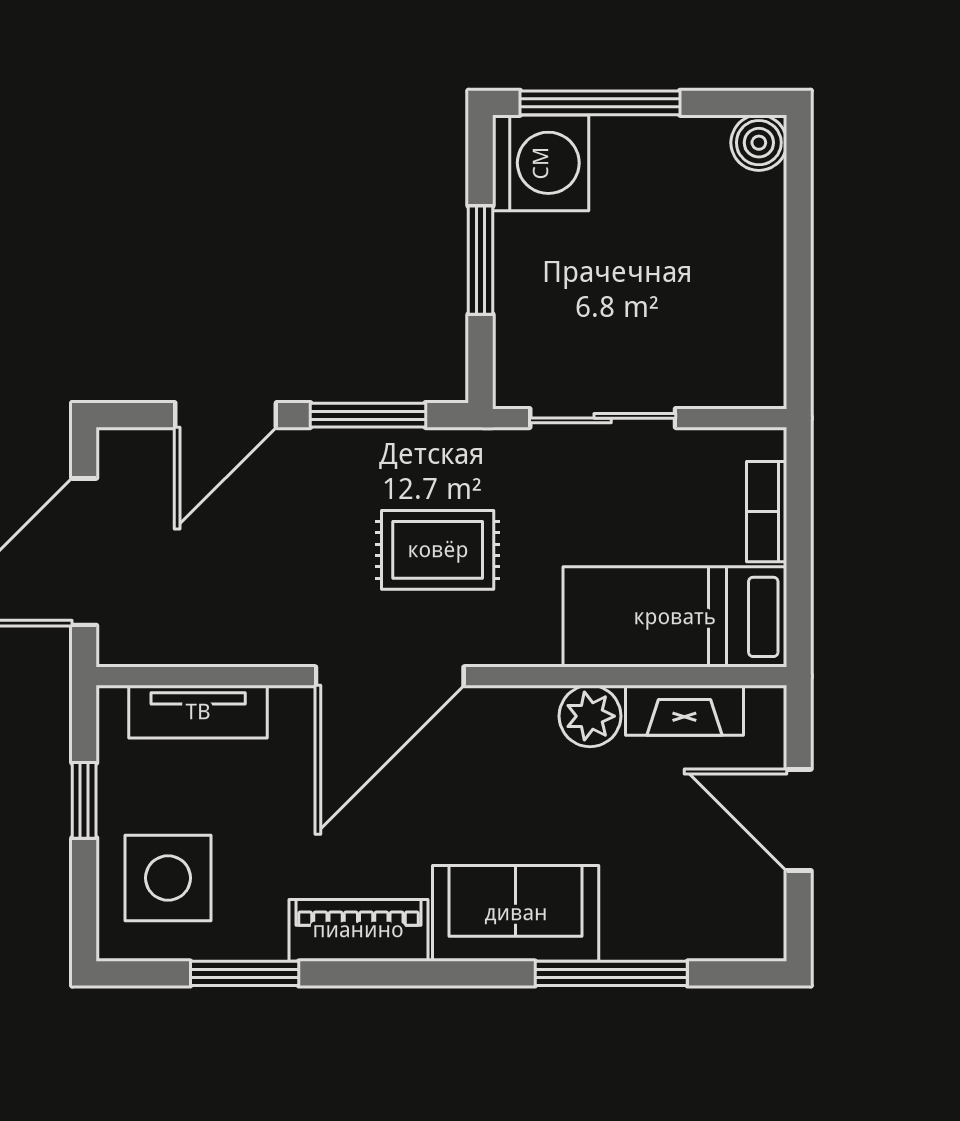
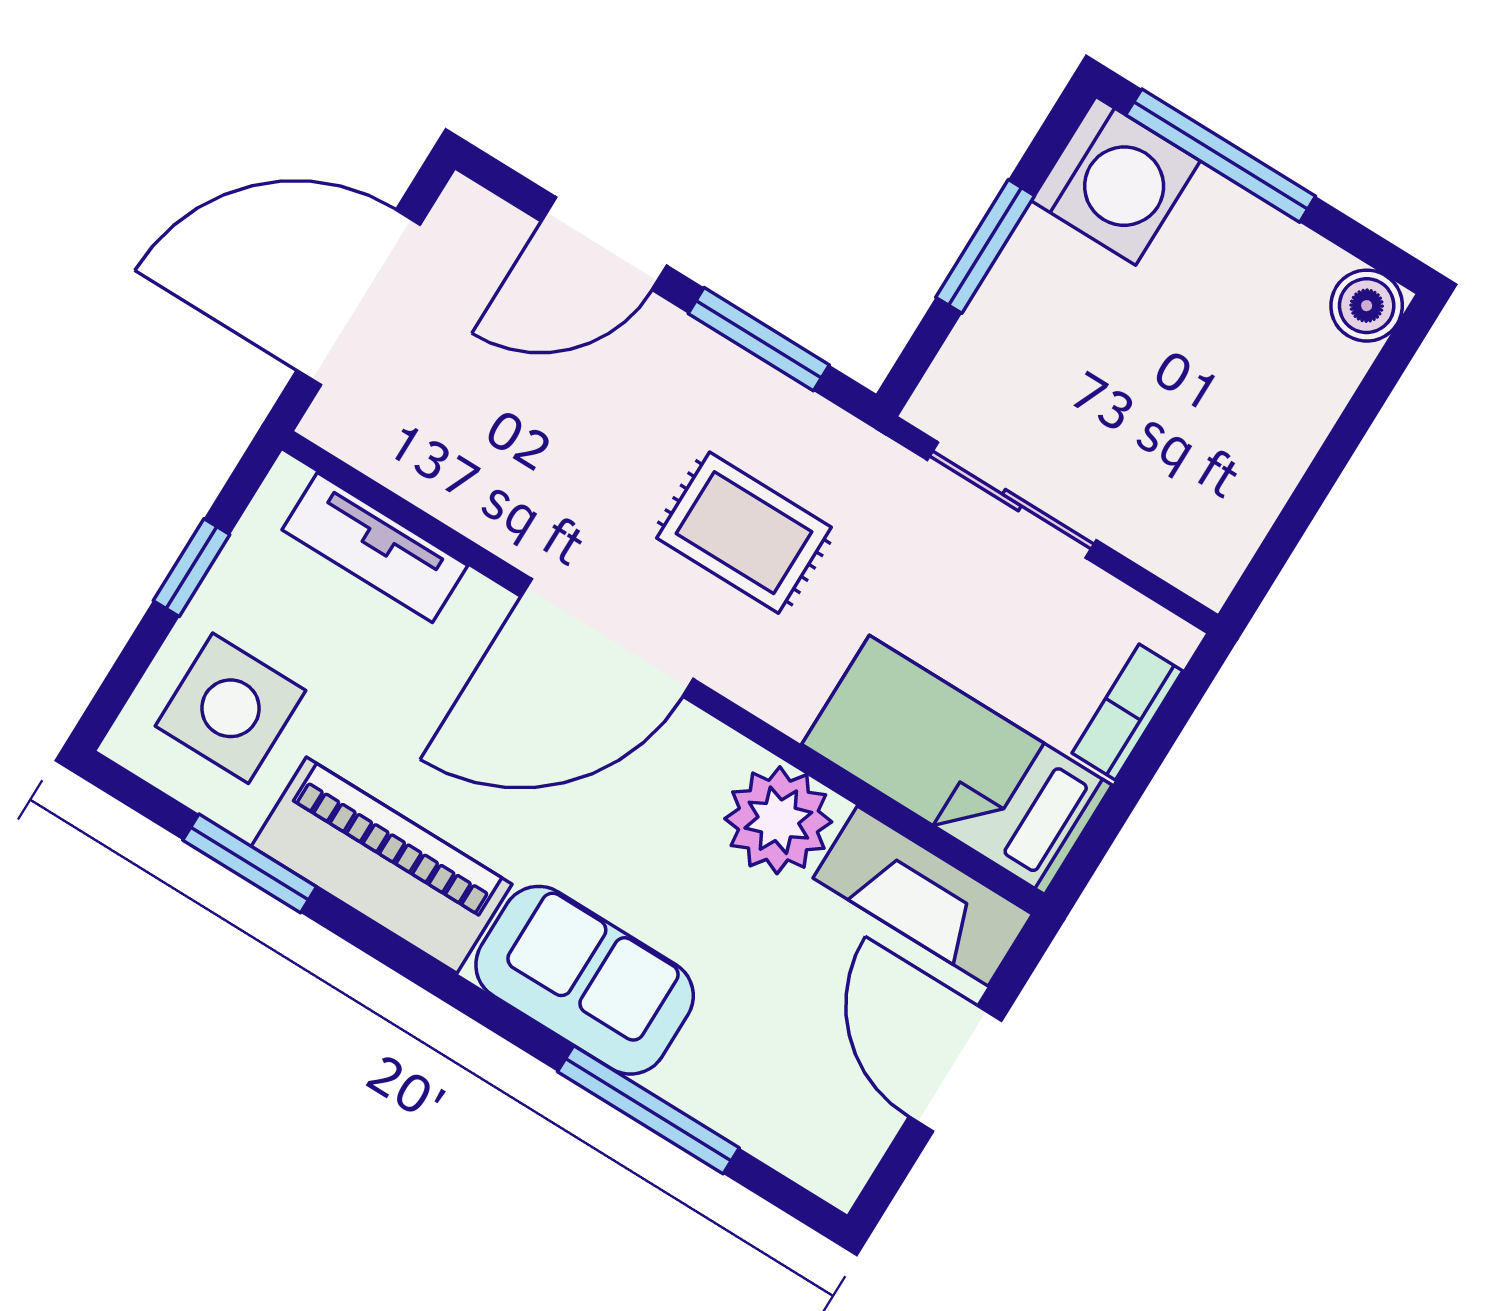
fireplace: (684, 710) -> (923, 896), width x1.37, depth x1.32
plant: (590, 716) -> (778, 820), width x1.36, depth x1.36
piano: (358, 930) -> (382, 865), width x1.37, depth x1.33

